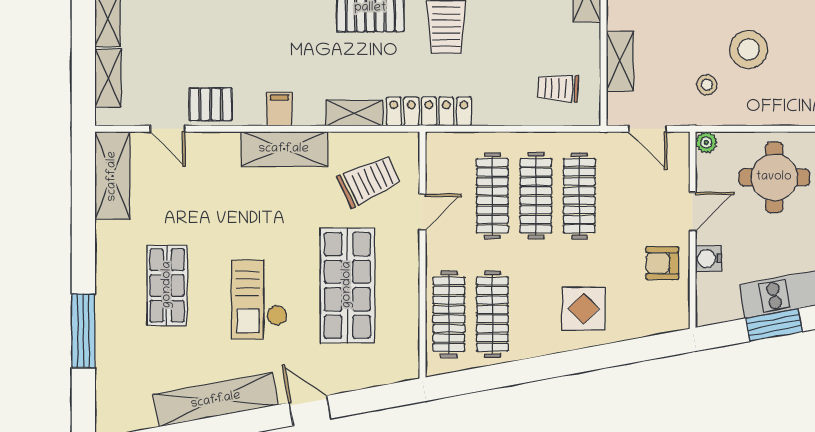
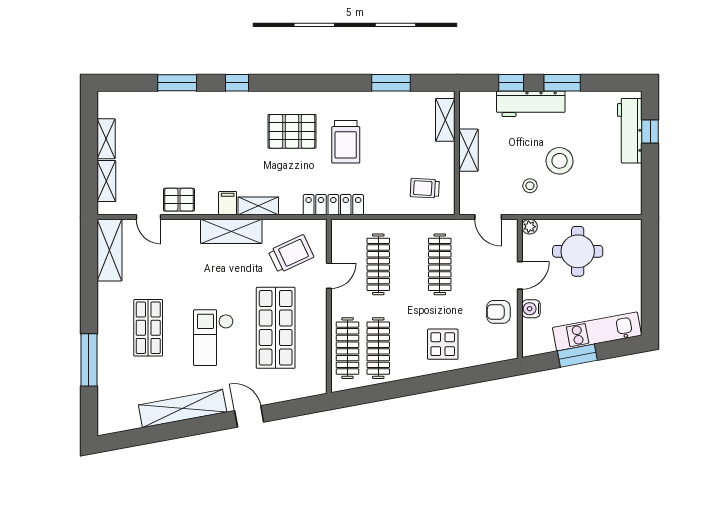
shelving: (620, 61) -> (468, 150), moved
shelving: (354, 113) -> (258, 206), moved
clothes rail: (536, 196) -> (409, 264), removed

